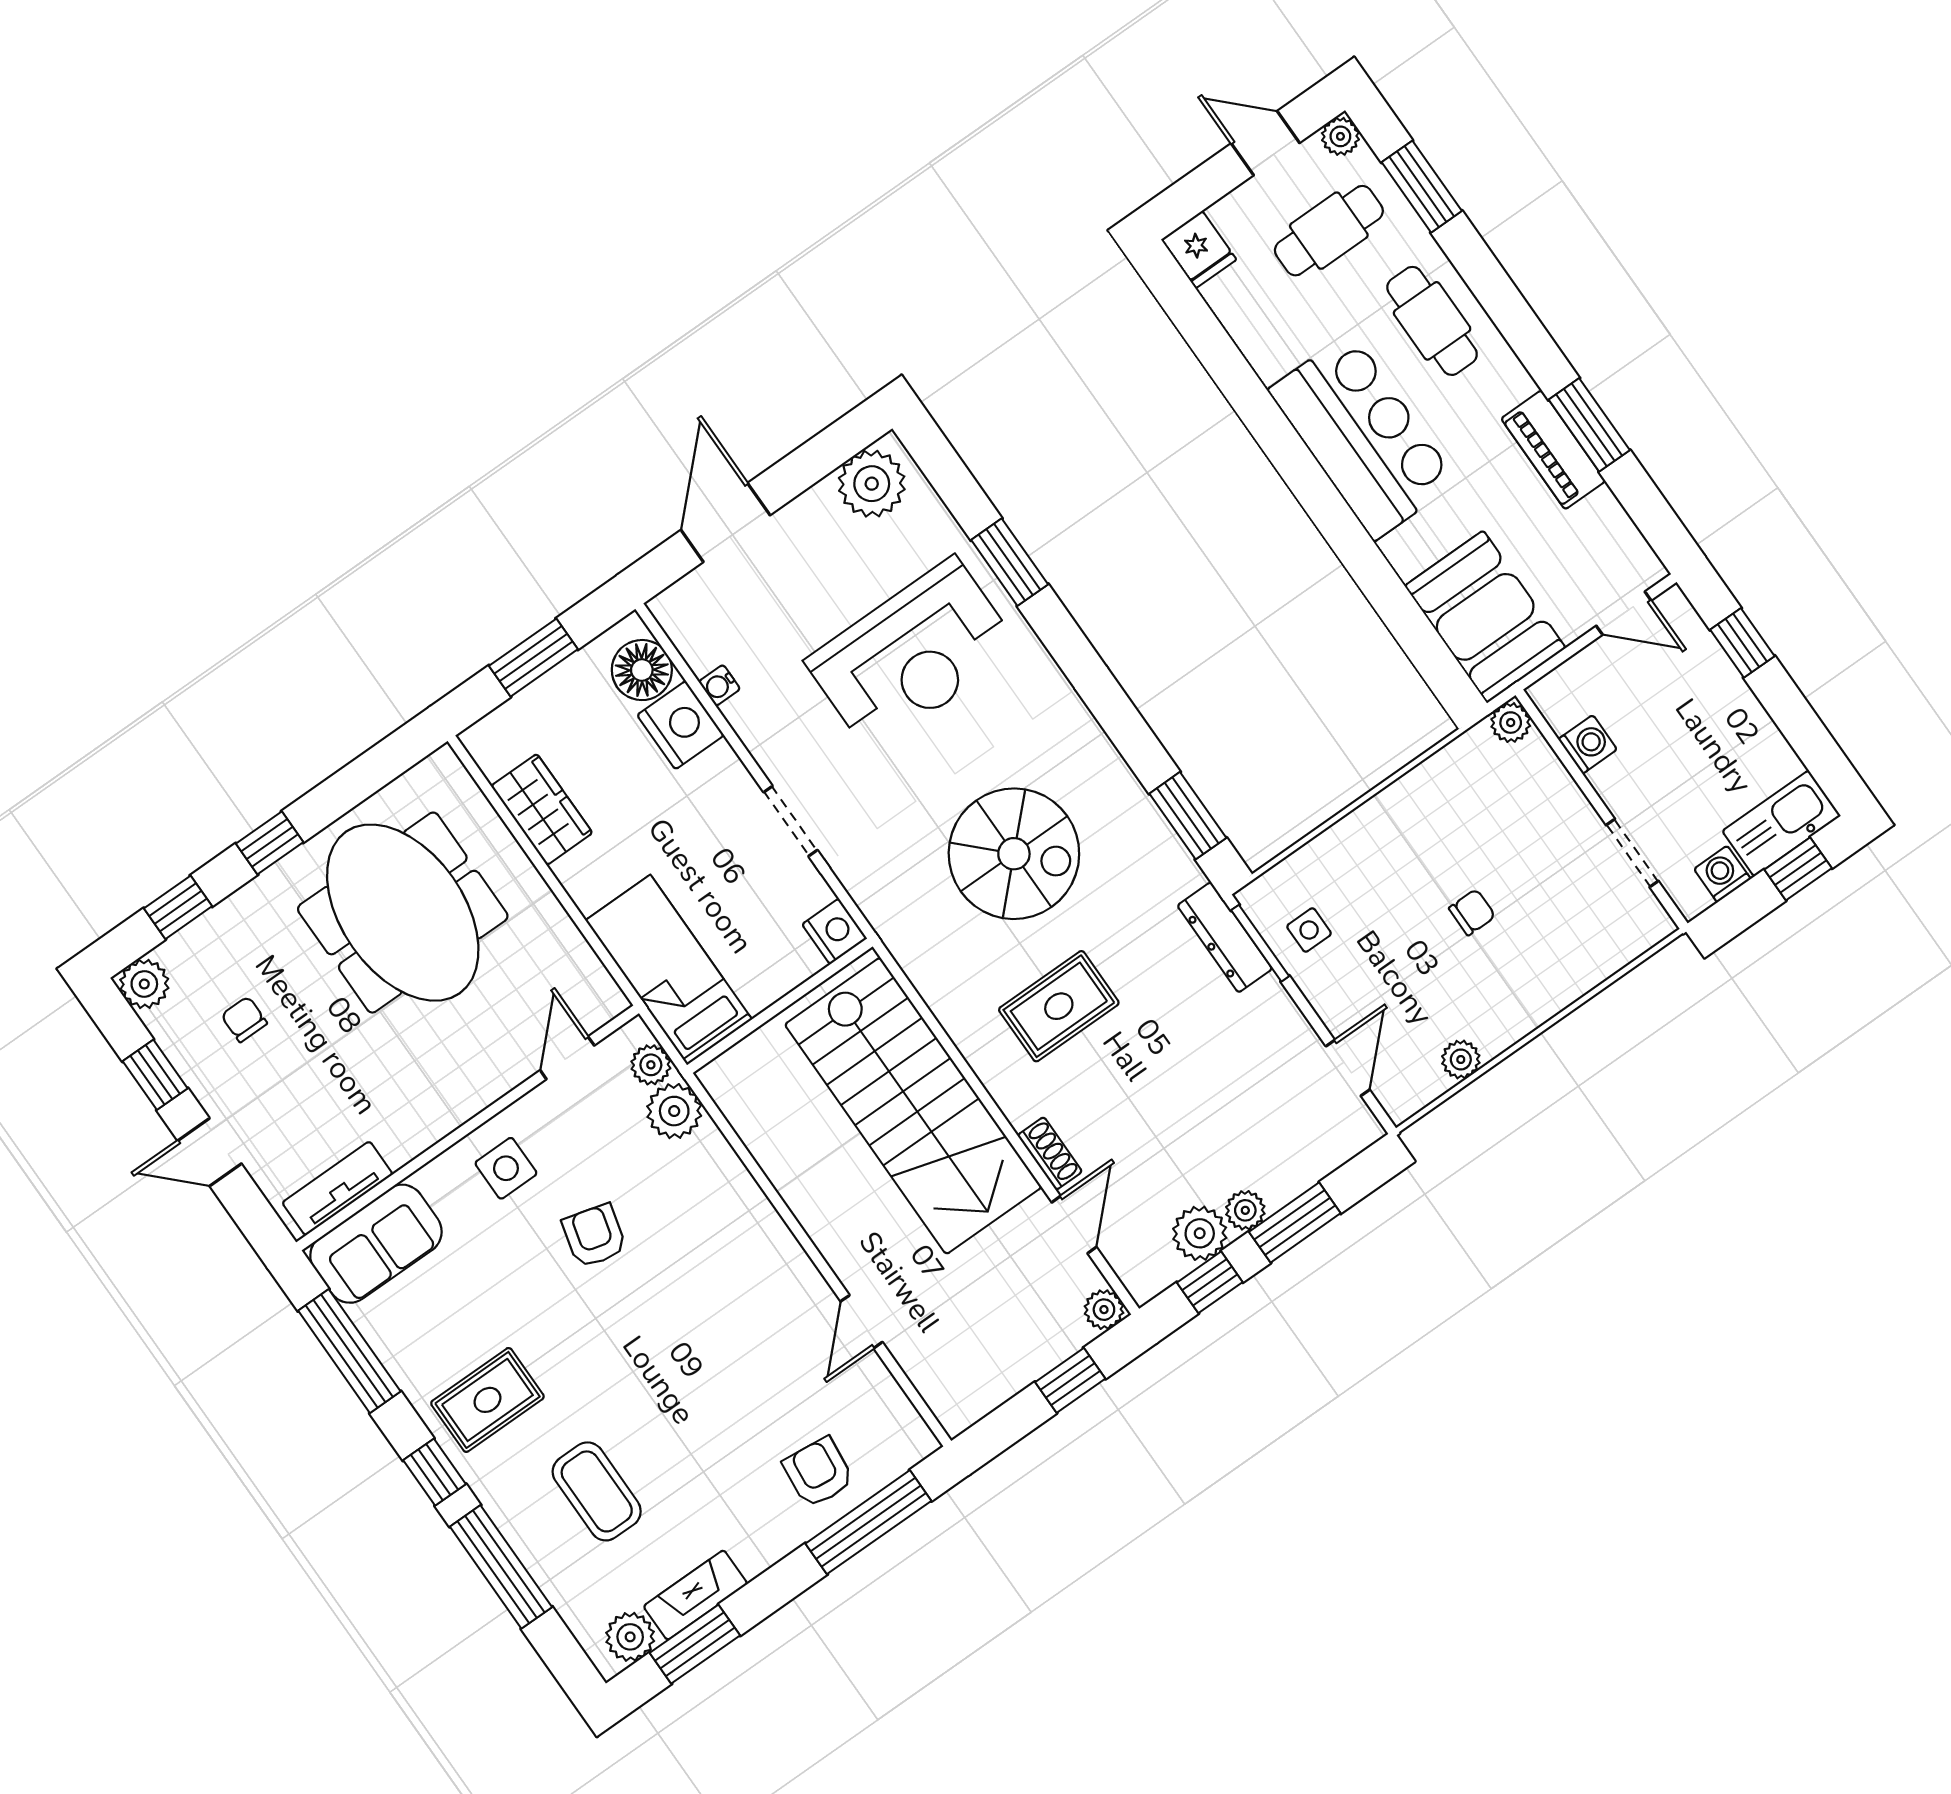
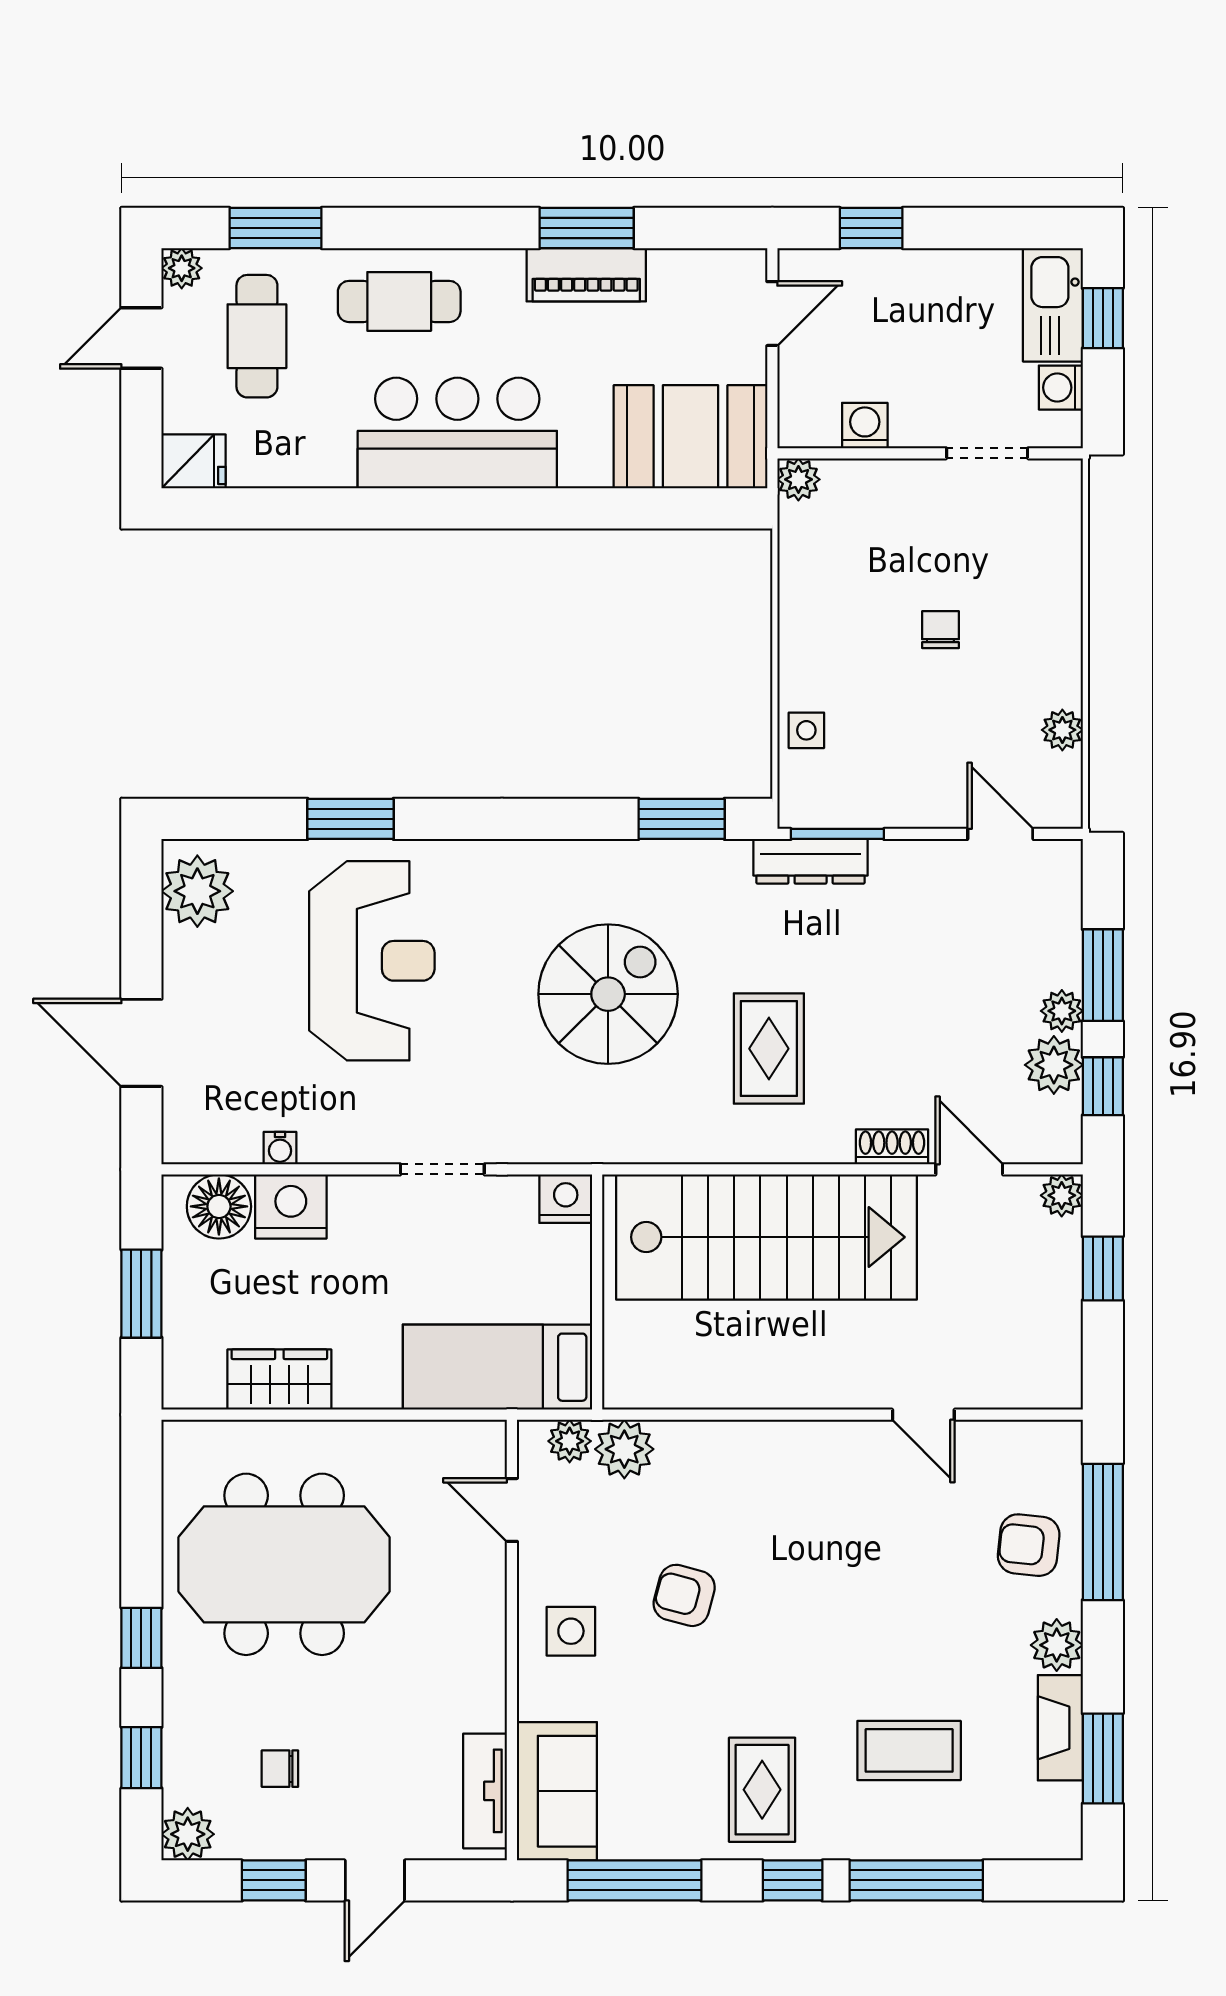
side table: (1309, 930) -> (806, 730), moved
plant: (630, 1637) -> (1057, 1645), moved

